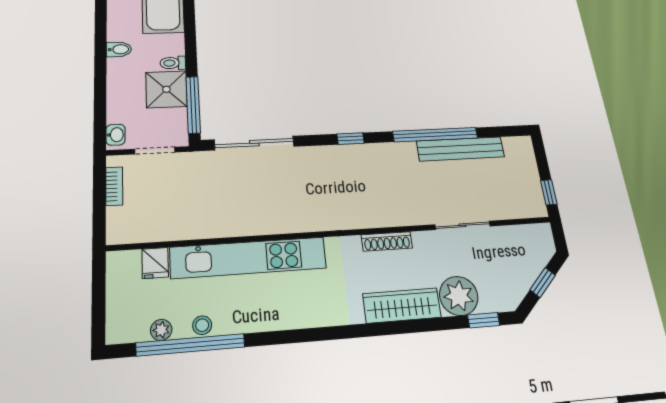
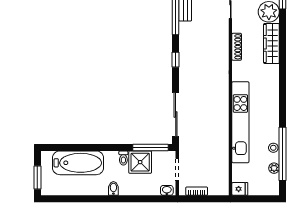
fridge: (155, 263) -> (240, 189), moved

